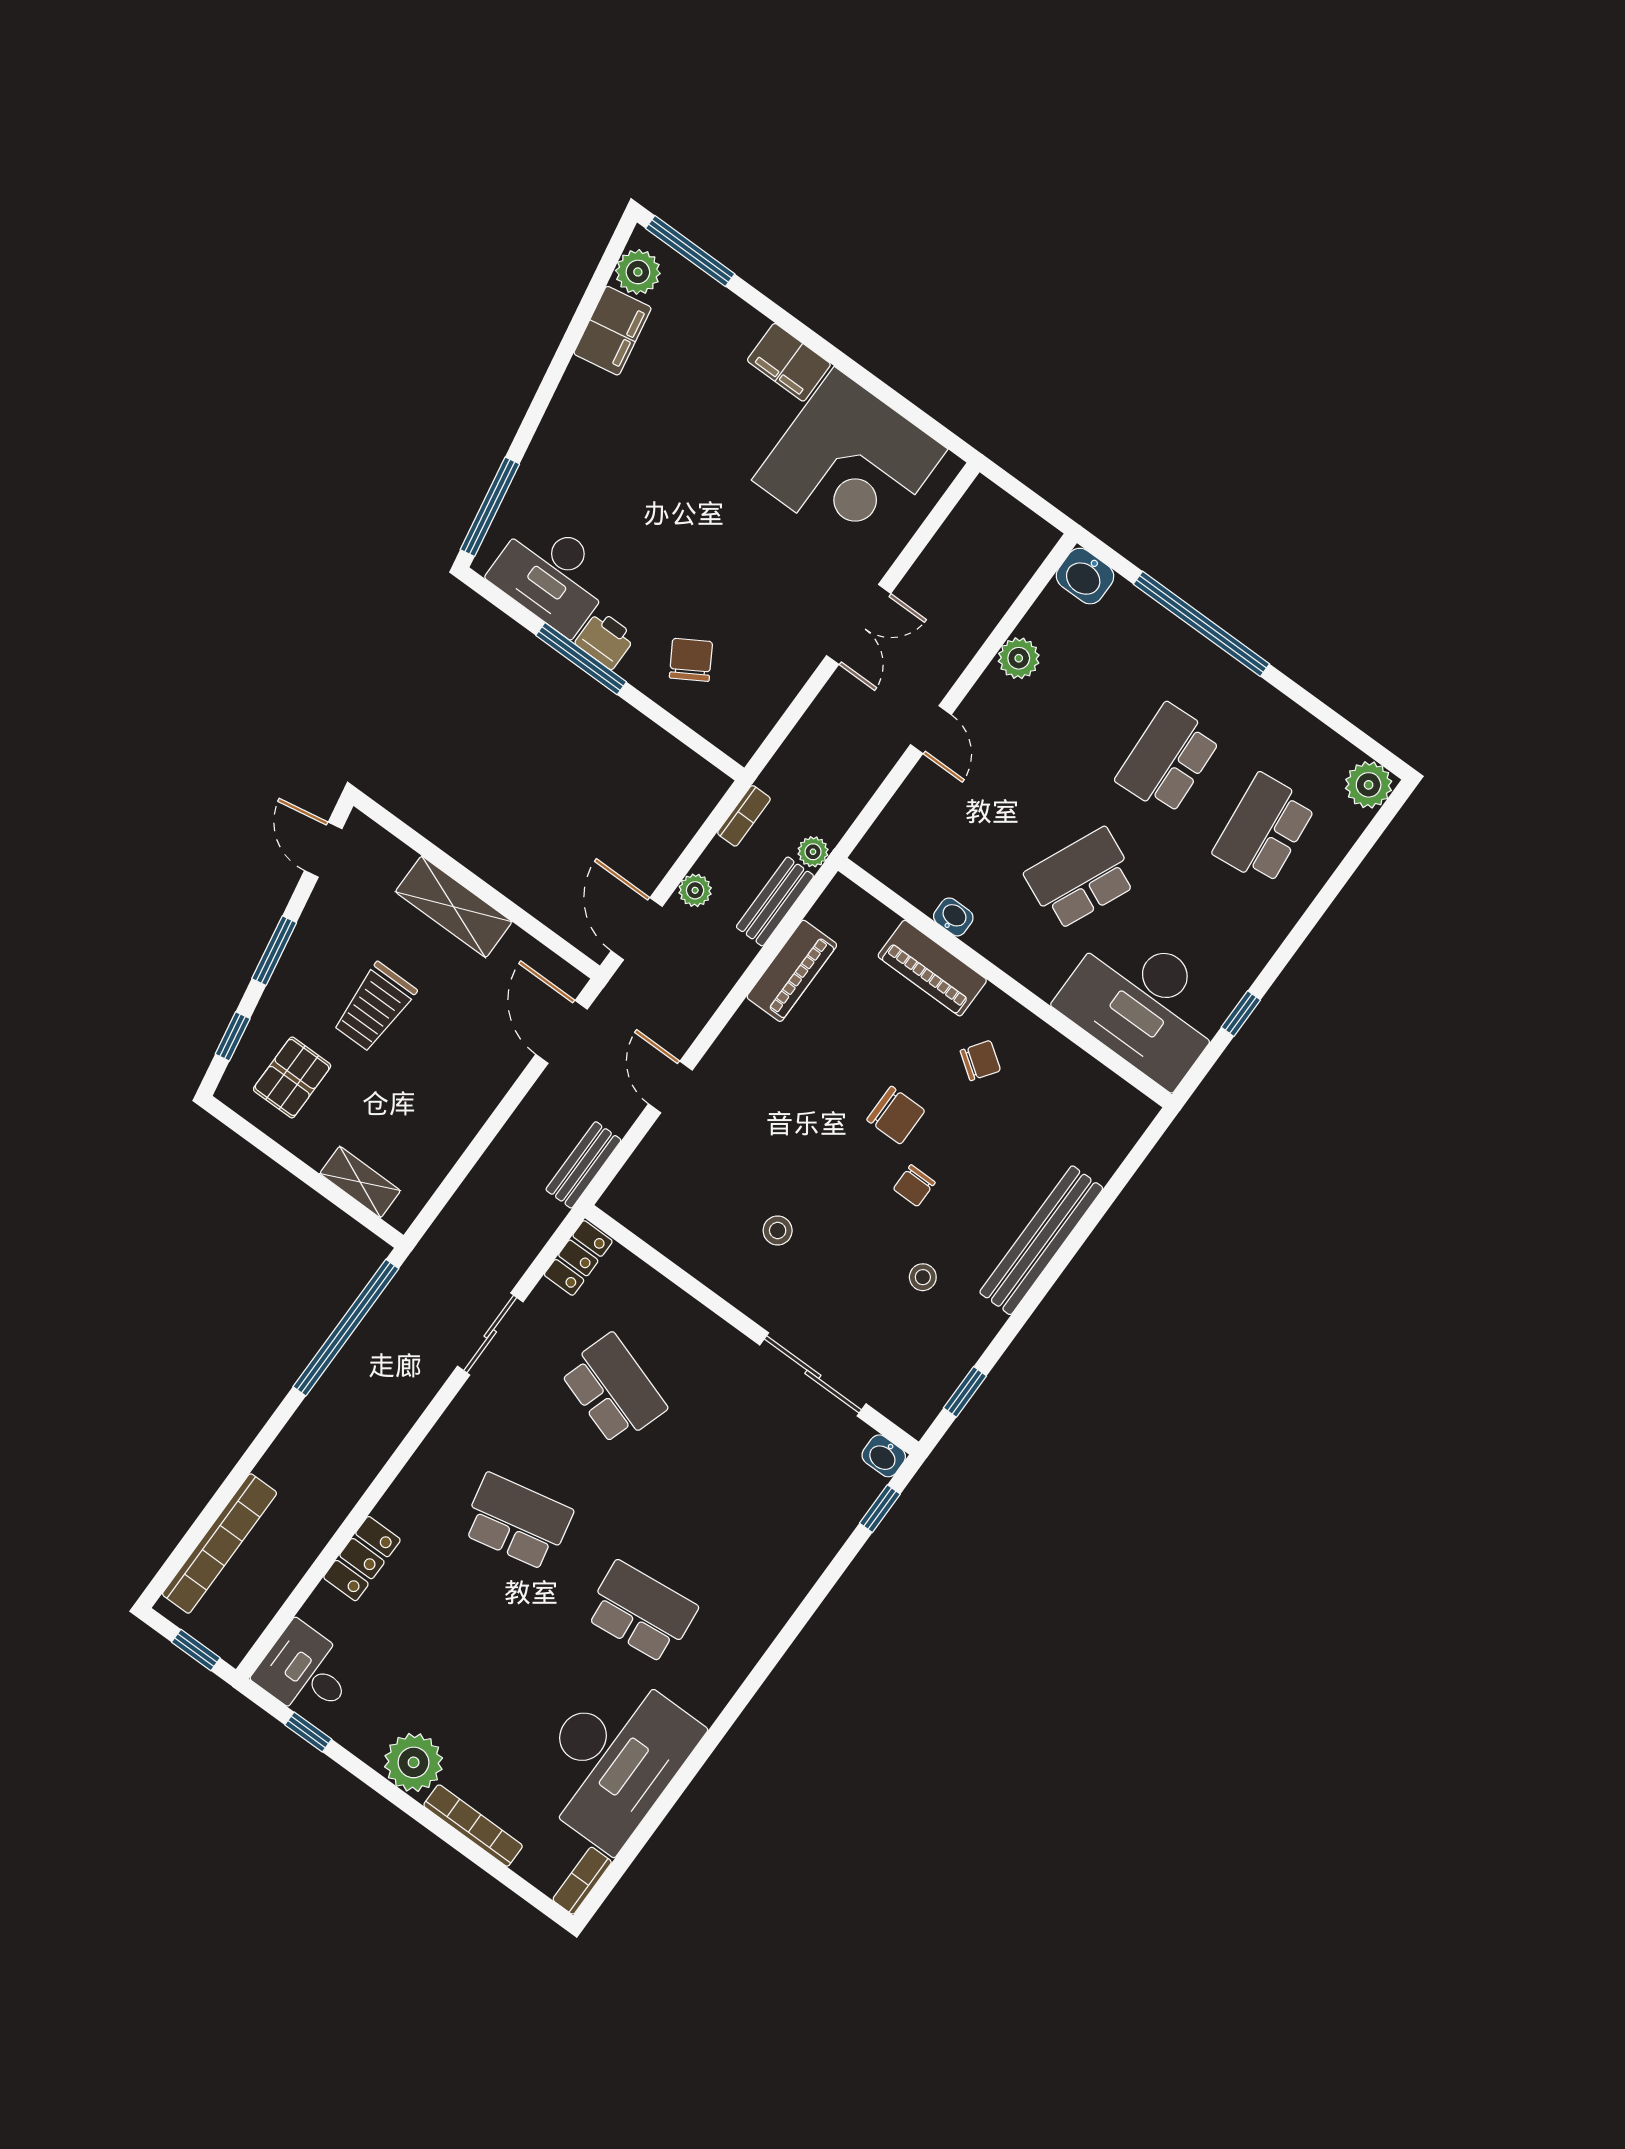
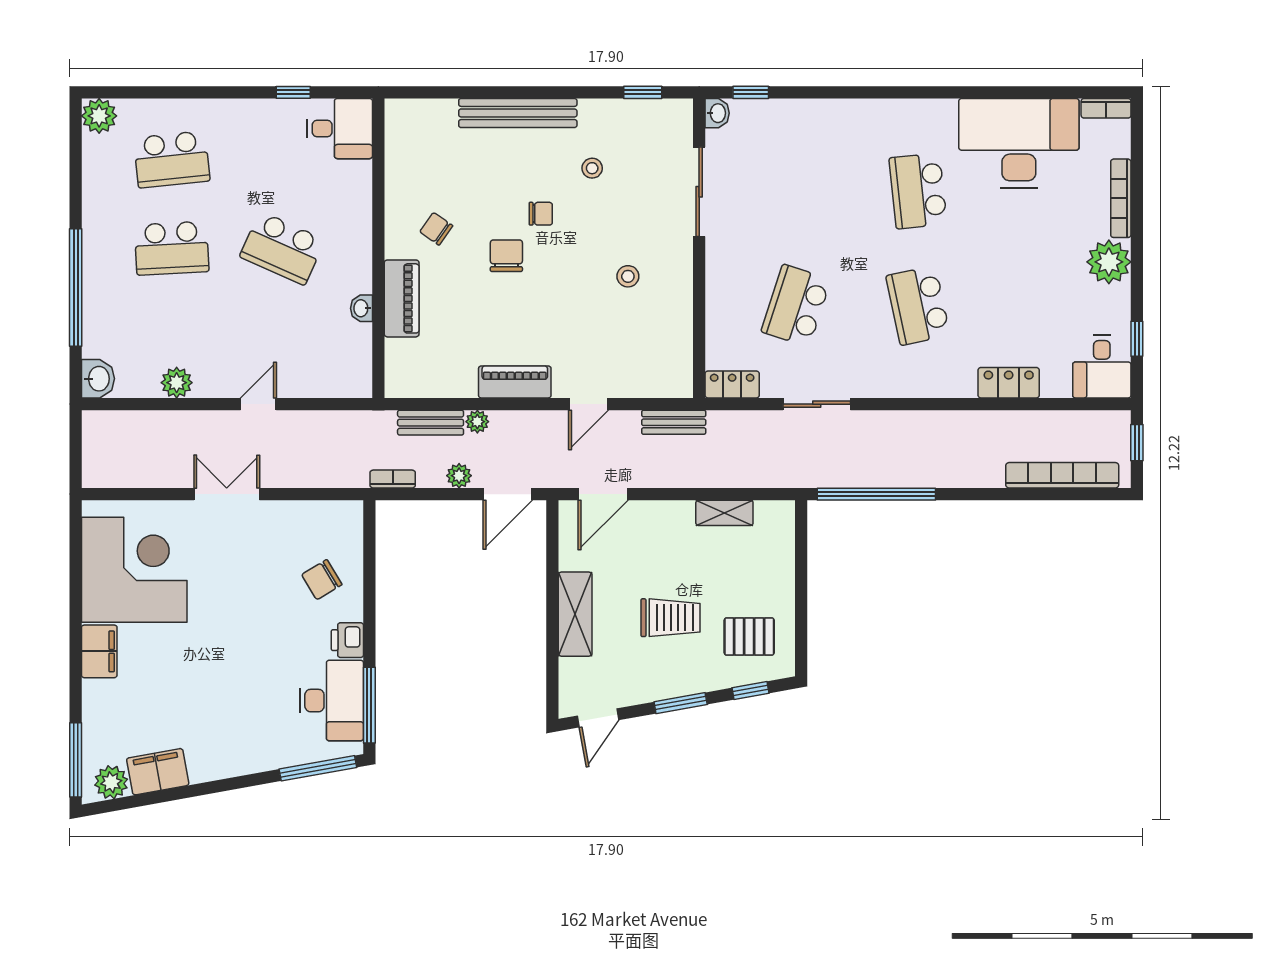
window: (581, 659) -> (369, 705), moved
plant: (813, 852) -> (477, 422), moved
piano: (792, 971) -> (515, 382), moved
desk: (1144, 1004) -> (340, 129), width x0.53, depth x0.77
shelving: (360, 1182) -> (724, 513), moved, turned 90

